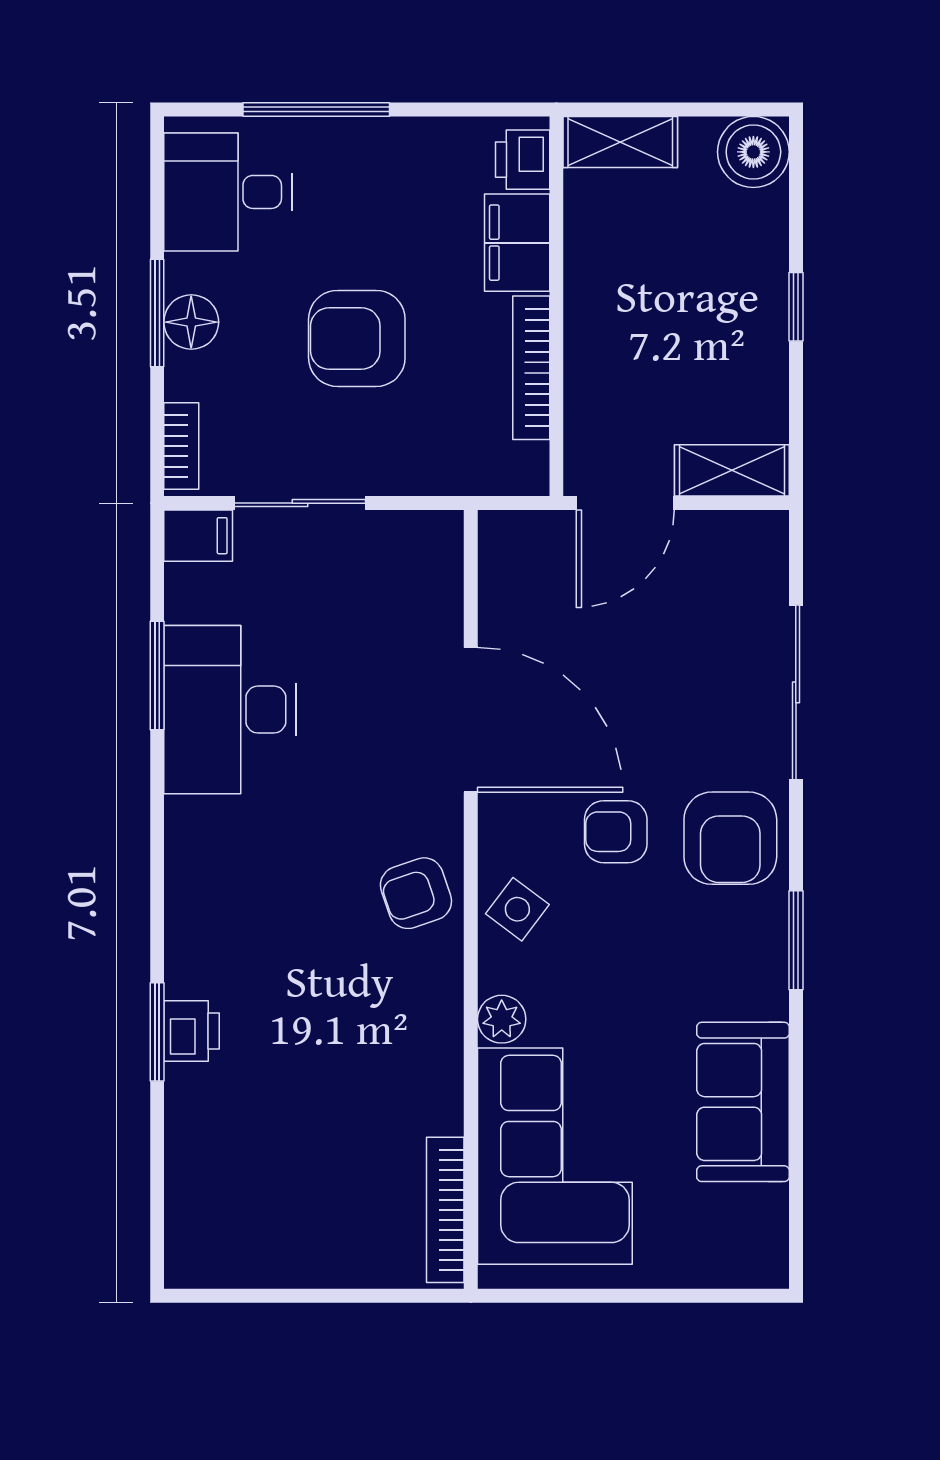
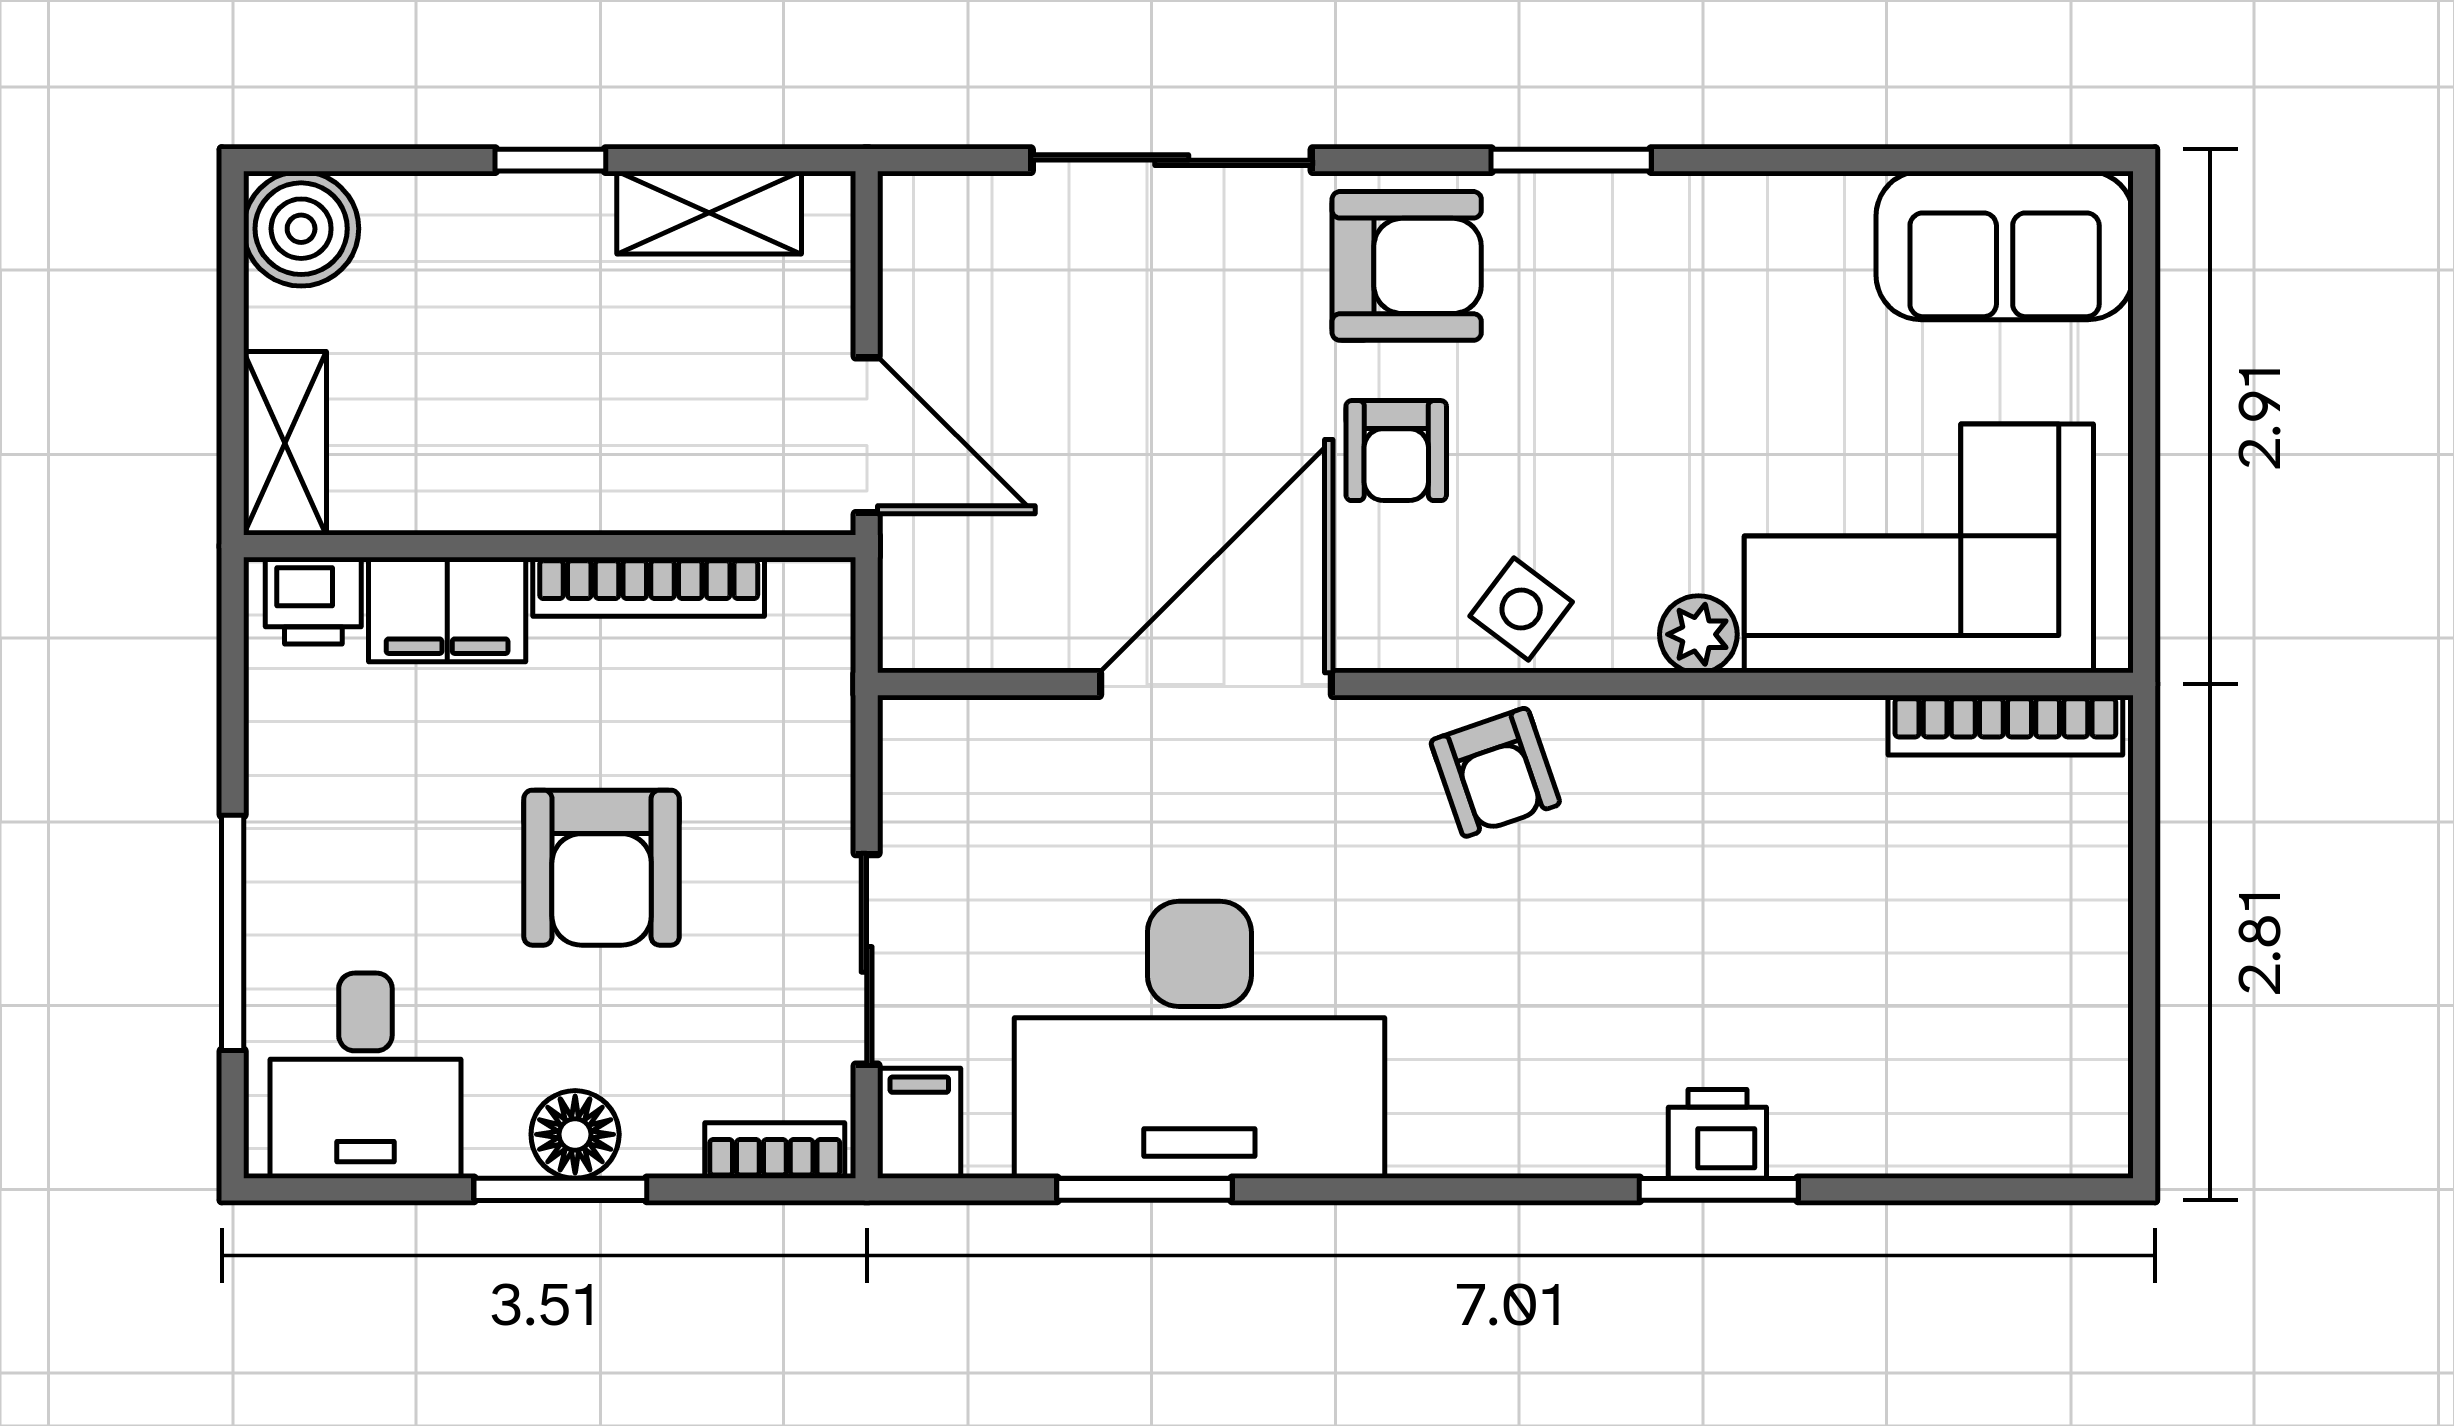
shelving: (732, 470) -> (709, 213), moved, turned 90
desk: (230, 710) -> (1199, 1040), width x1.36, depth x1.30
sofa: (743, 1102) -> (2005, 245), moved

